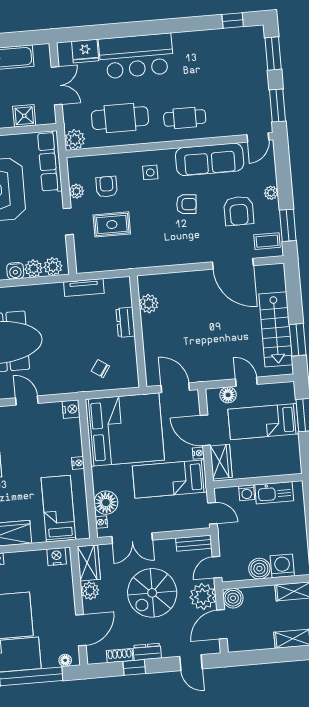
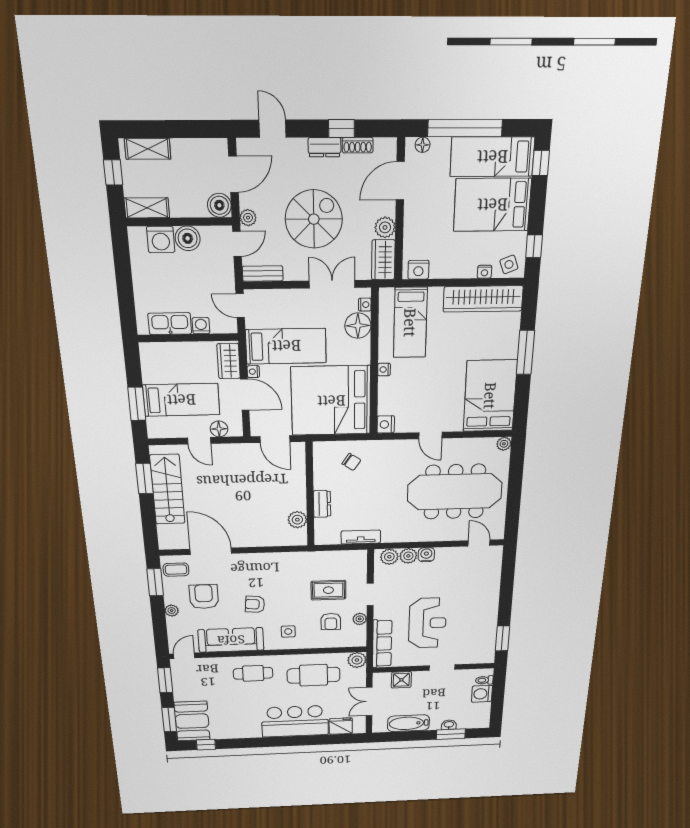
booth: (248, 52) -> (192, 721), added
plant: (203, 596) -> (248, 218), width x0.53, depth x0.53

